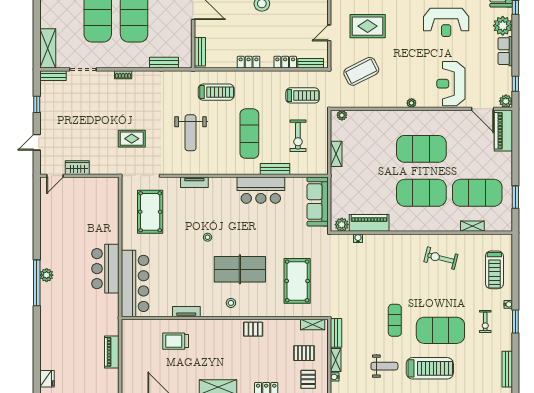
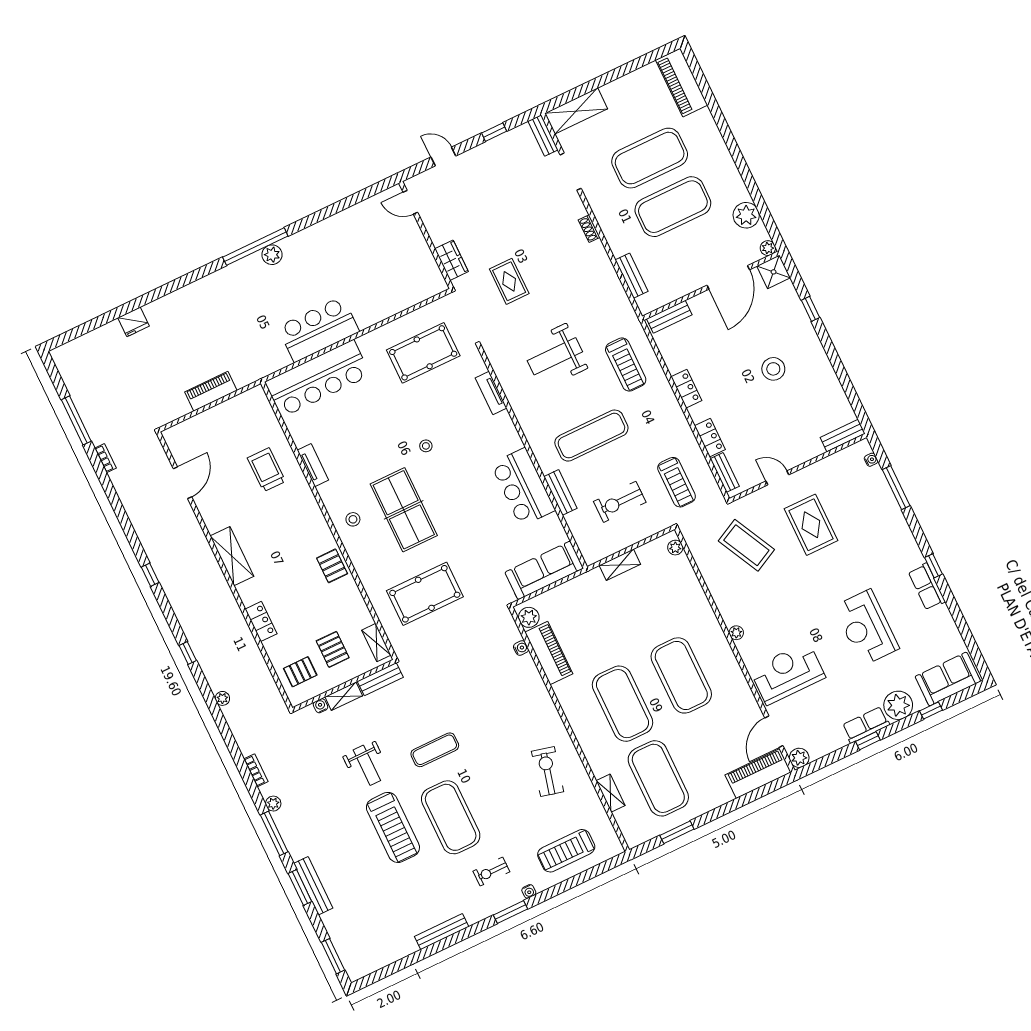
window: (515, 84) -> (868, 741), moved
wardrobe: (77, 168) -> (451, 260), moved

